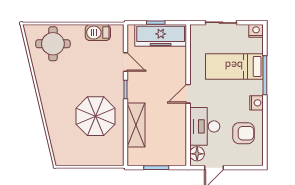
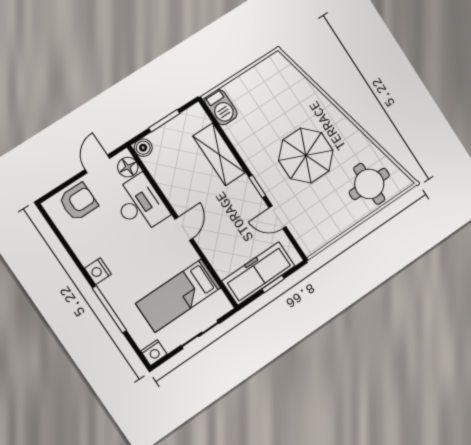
barbecue: (98, 33) -> (221, 107), moved, turned 90
bed: (234, 66) -> (178, 296), moved, turned 180
parasol: (96, 116) -> (306, 155), moved
armchair: (243, 133) -> (78, 202), moved, turned 180
boiler: (180, 160) -> (143, 148), added

